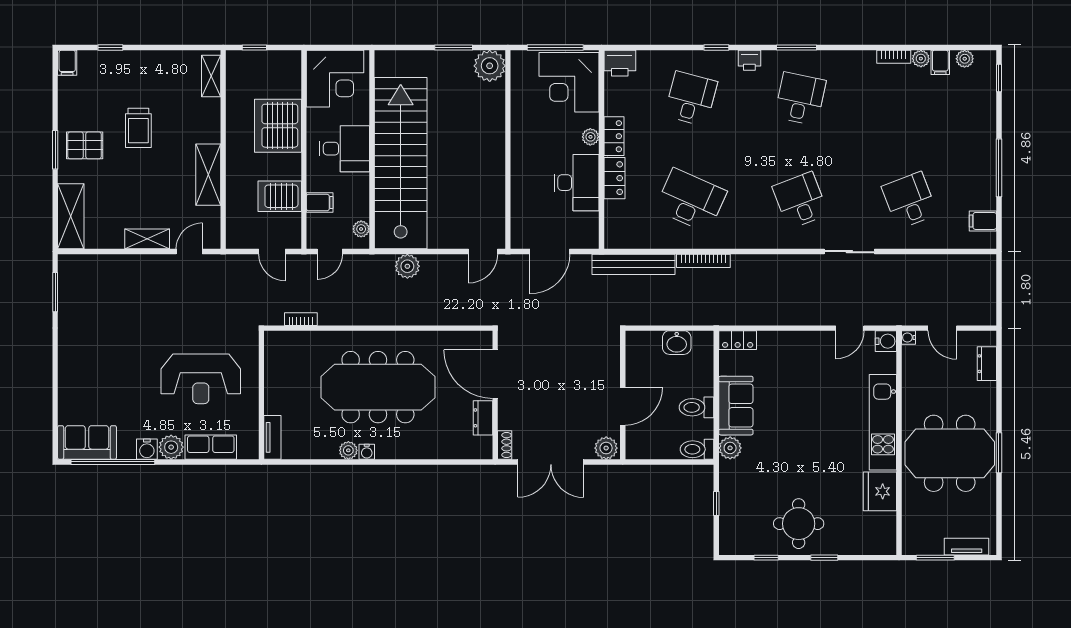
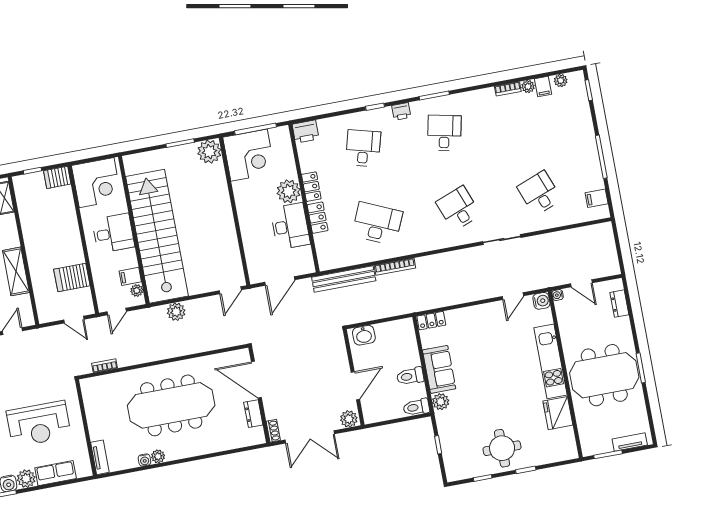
corner desk: (569, 82) -> (249, 155), moved, turned -90
server rack: (278, 126) -> (57, 177), moved, width x0.46, depth x0.70
plant: (590, 137) -> (289, 191), width x1.87, depth x1.87
filing cabinet: (320, 203) -> (130, 276), moved, turned 180
washbasin: (677, 343) -> (364, 335), moved
water cooler: (367, 452) -> (144, 460), moved

